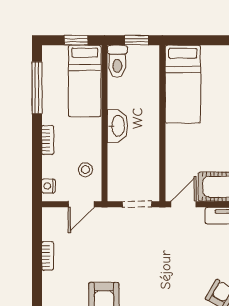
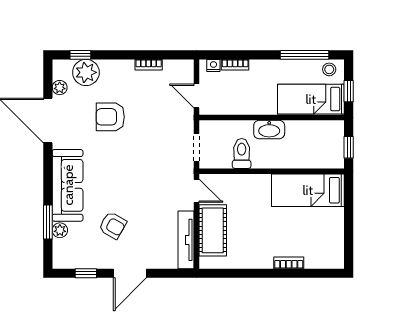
toilet: (117, 61) -> (242, 153), moved, turned 90
bookcase: (48, 140) -> (235, 65), moved
stool: (86, 170) -> (329, 69), moved

